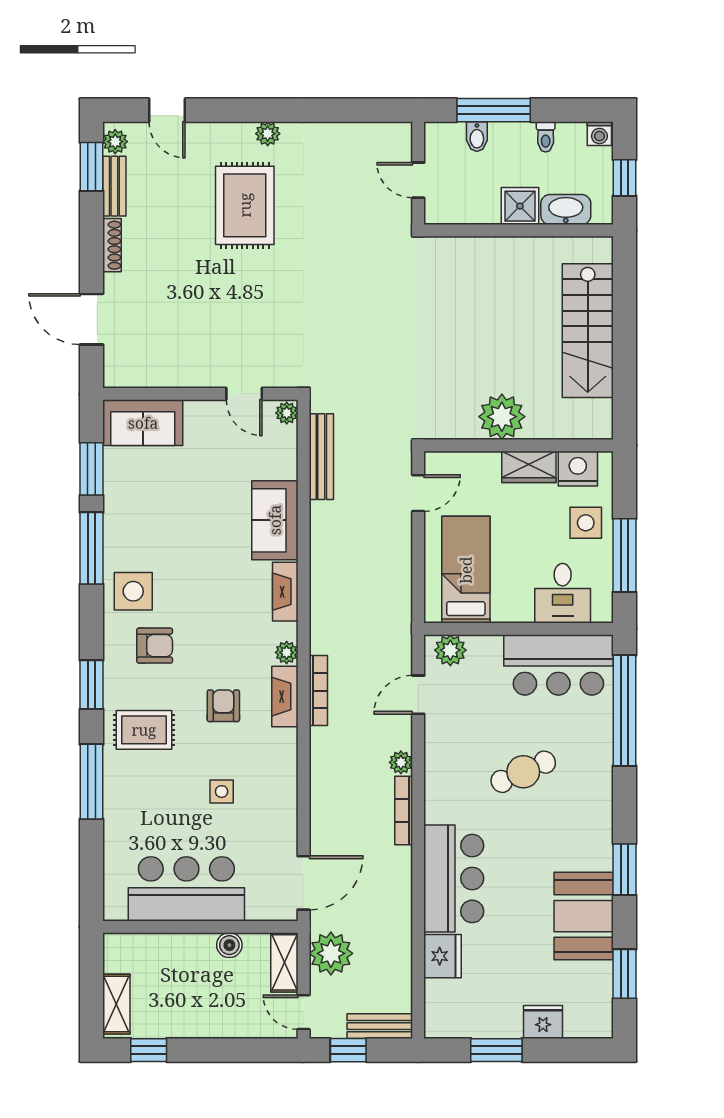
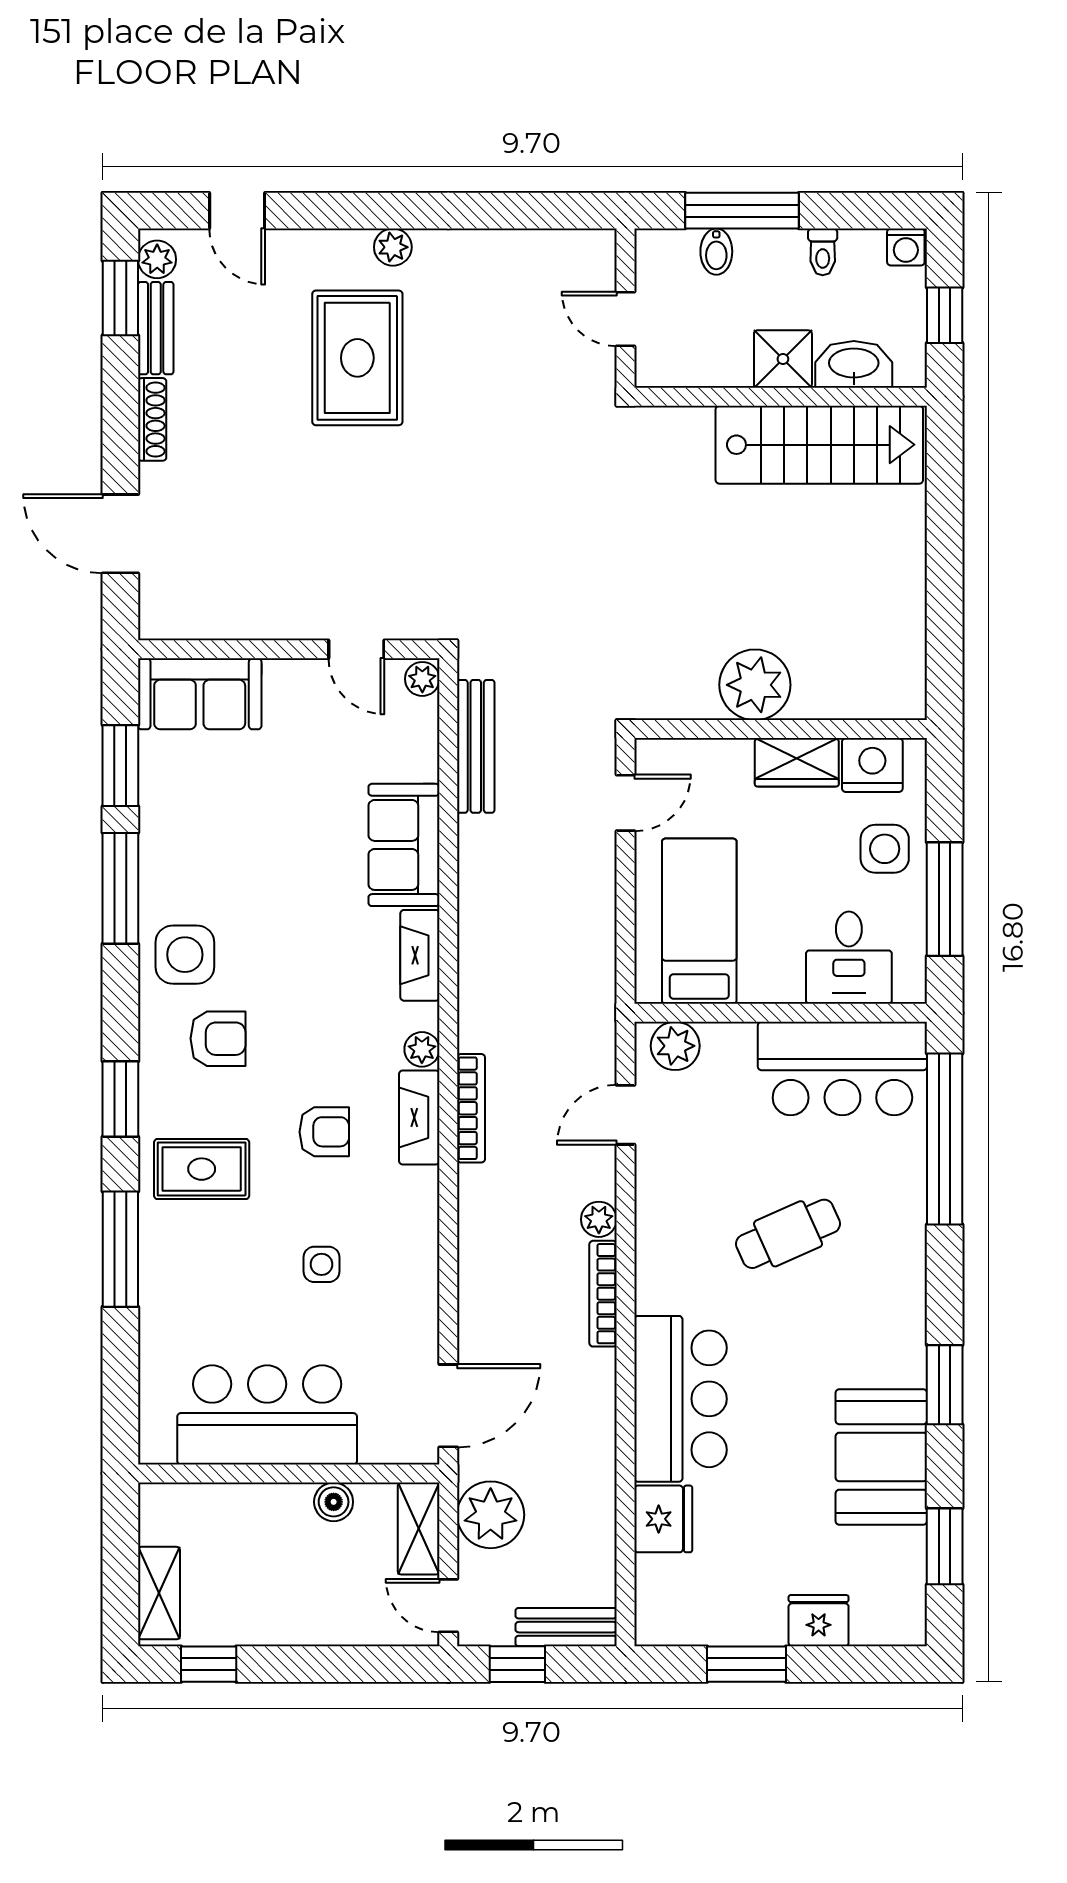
stairs: (588, 331) -> (819, 445), moved, turned -90
armchair: (223, 706) -> (324, 1132), turned 90

